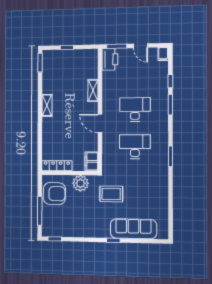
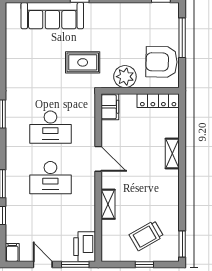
trolley: (65, 68) -> (146, 236), added
shelving: (47, 105) -> (172, 153), moved

